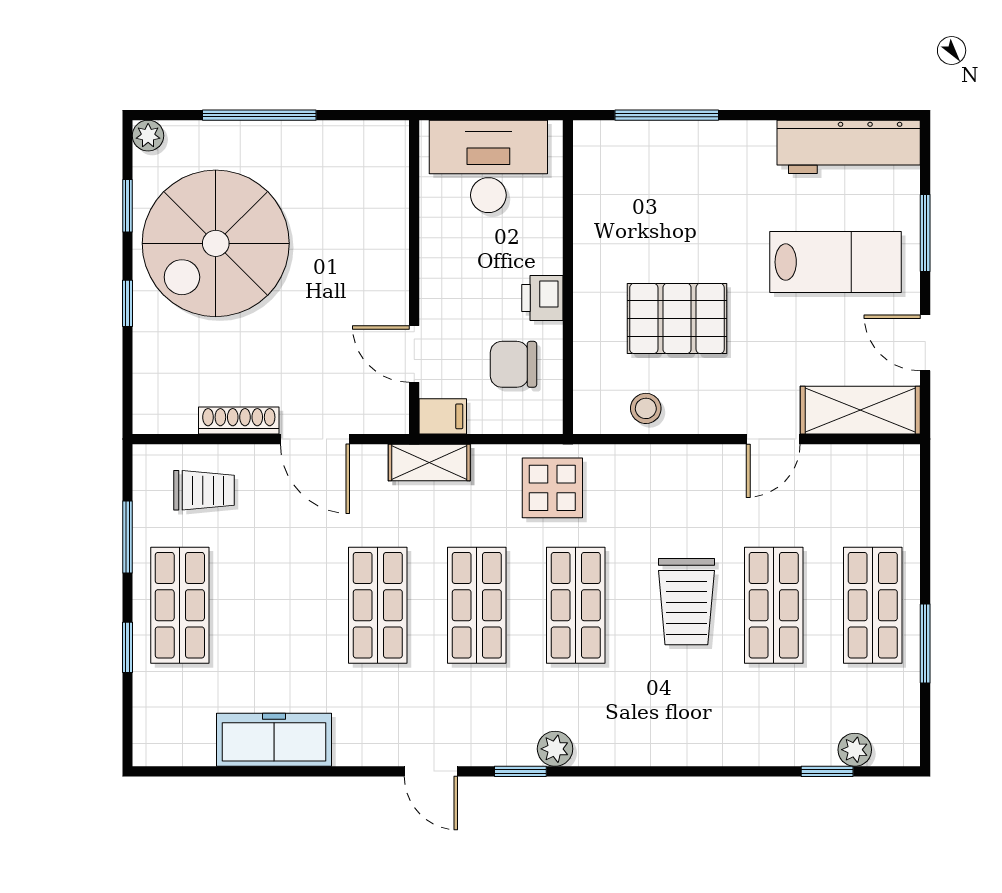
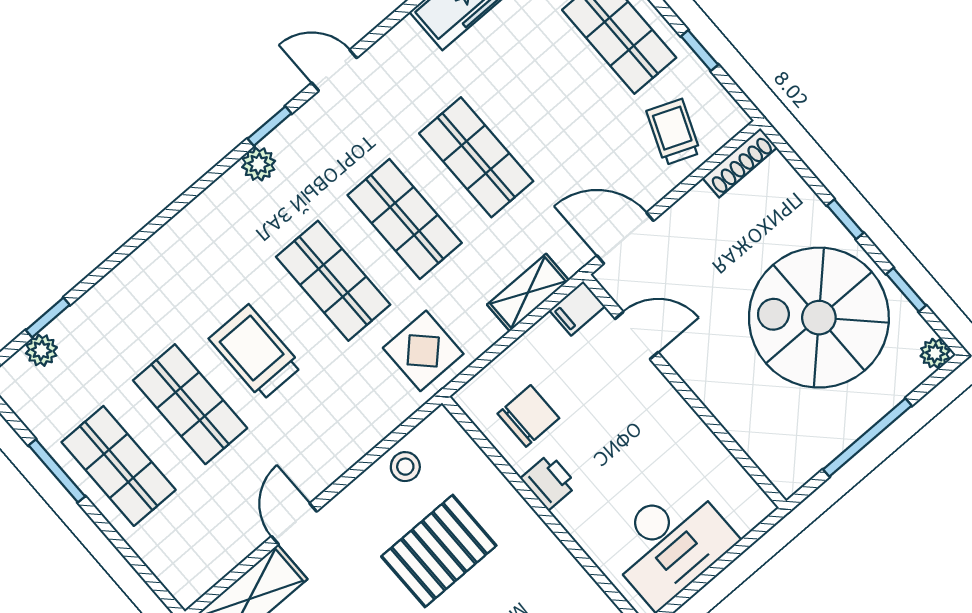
spiral stairs: (216, 243) -> (819, 318), turned -90
wall: (414, 277) -> (685, 391), moved
door: (414, 354) -> (637, 336), moved
filing cabinet: (443, 416) -> (577, 308), moved
shoe rack: (239, 420) -> (740, 163), moved
trolley: (204, 490) -> (674, 132), turned 112
window: (127, 537) -> (700, 50), width x0.67

